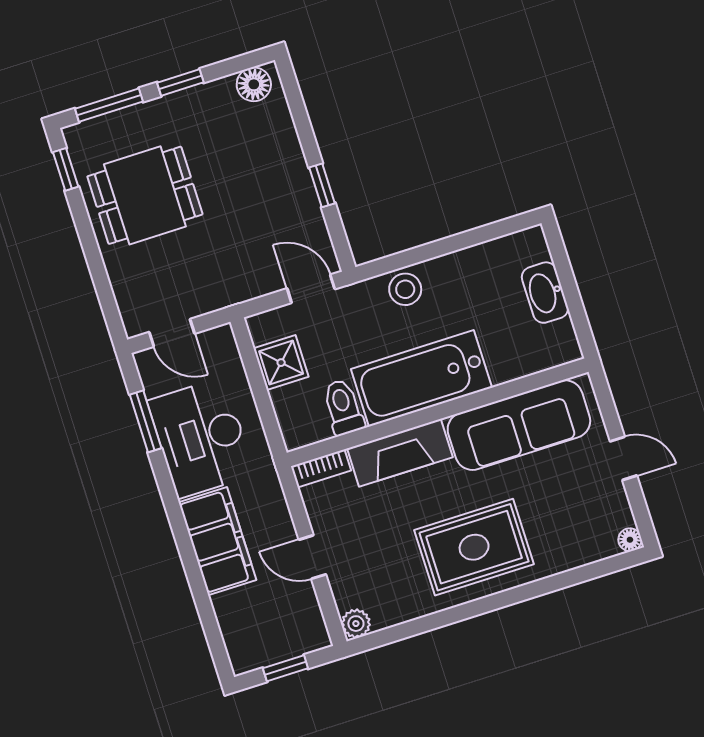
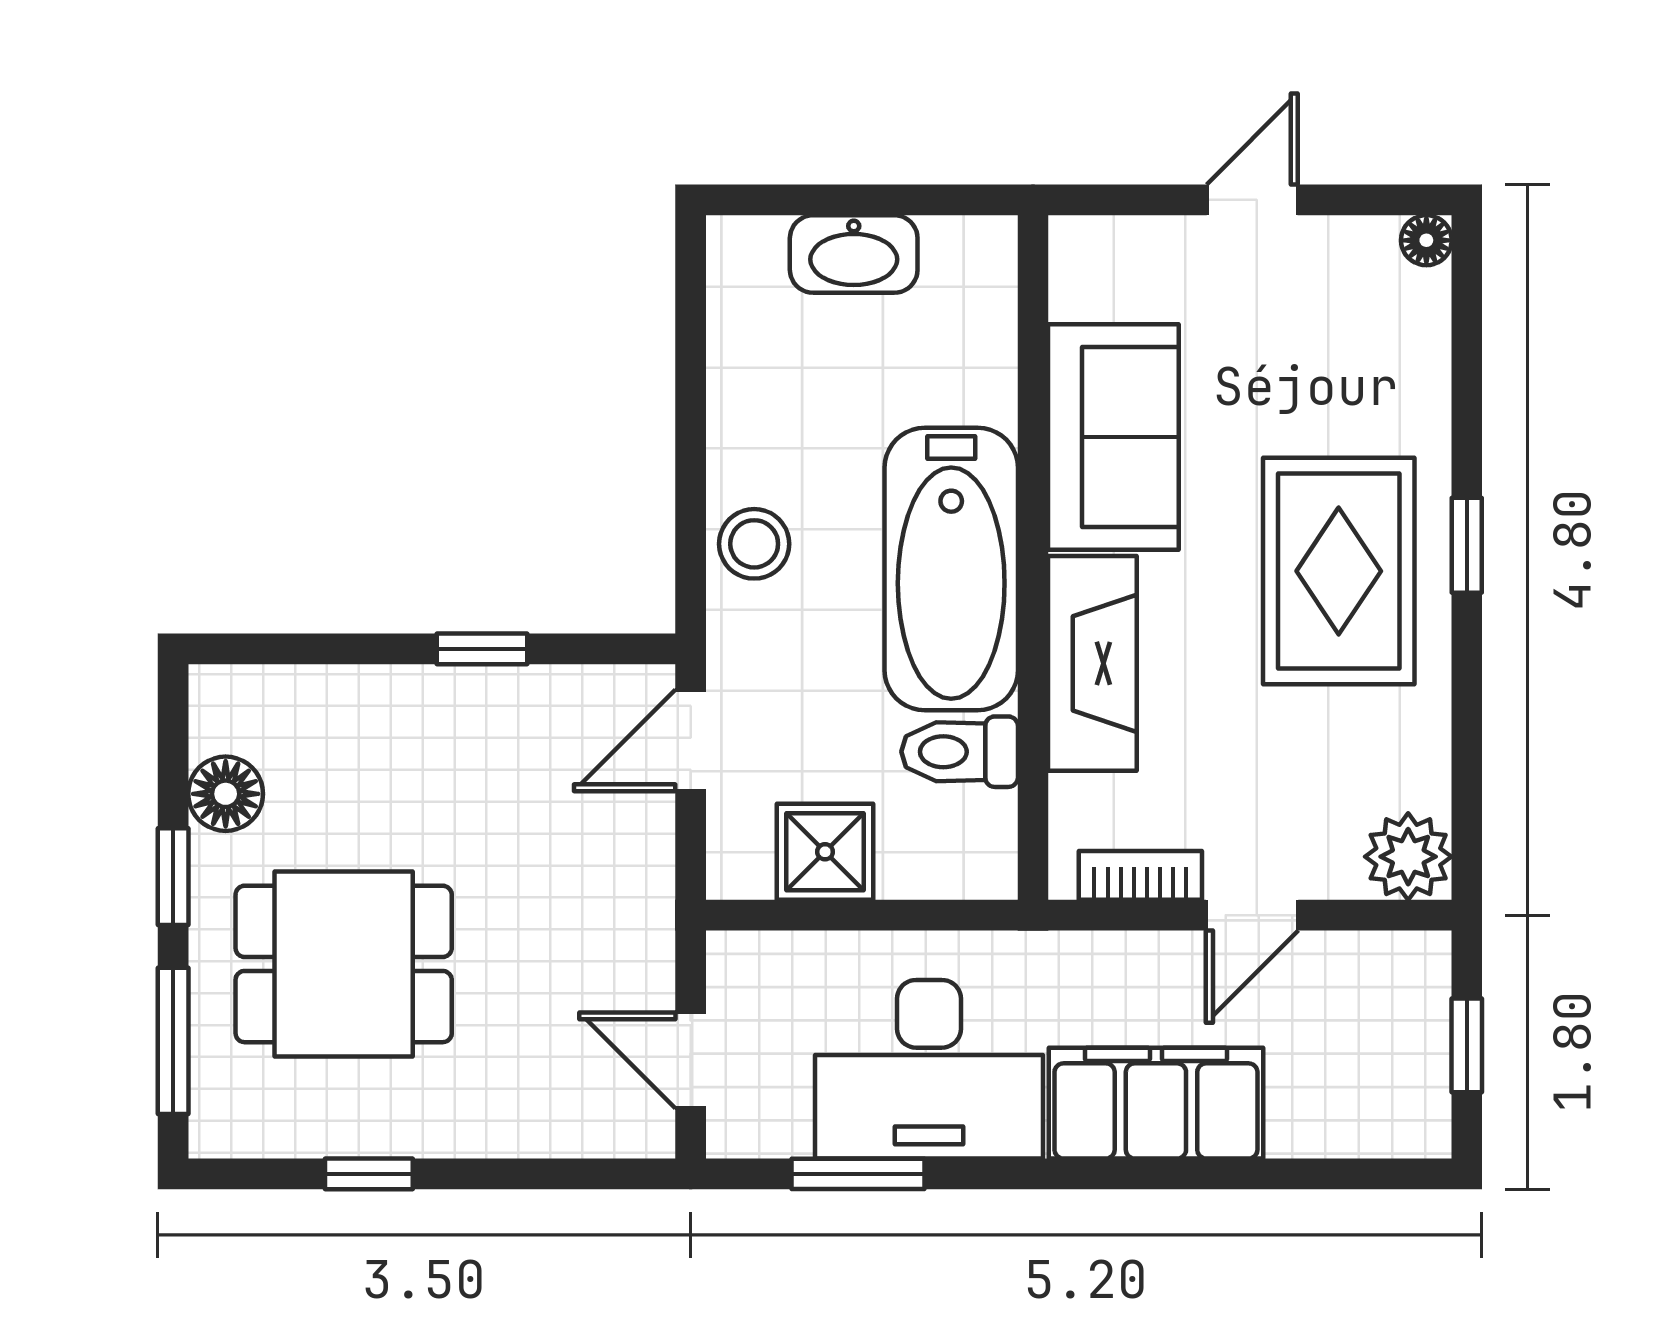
floor lamp: (254, 84) -> (226, 794), moved
window: (66, 169) -> (369, 1174), moved
dining table: (145, 195) -> (344, 964), moved, turned 90
door: (172, 333) -> (691, 1060), swing flipped
sofa: (519, 425) -> (1113, 437), width x0.73
bookcase: (321, 468) -> (1140, 875), moved, turned -90
window: (503, 599) -> (1467, 545), added
plant: (356, 624) -> (1408, 857), width x1.38, depth x1.38

